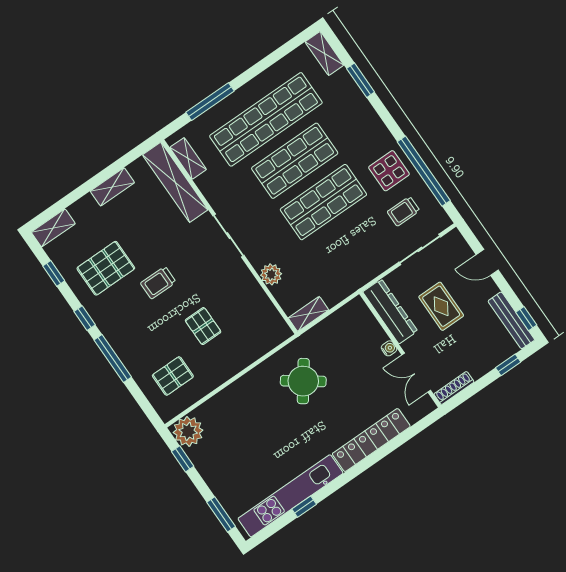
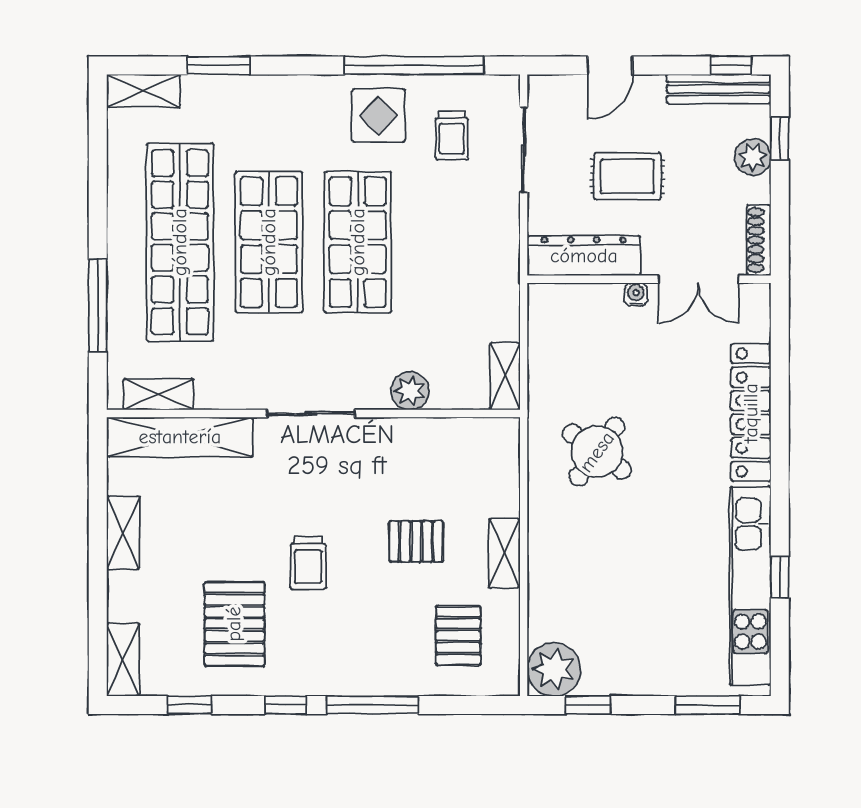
plant: (491, 358) -> (753, 157), added
shelving: (226, 371) -> (504, 553), added

